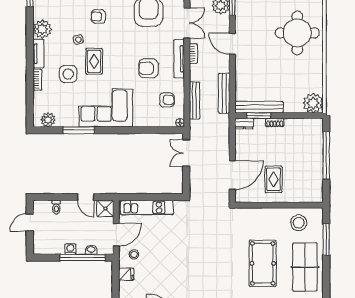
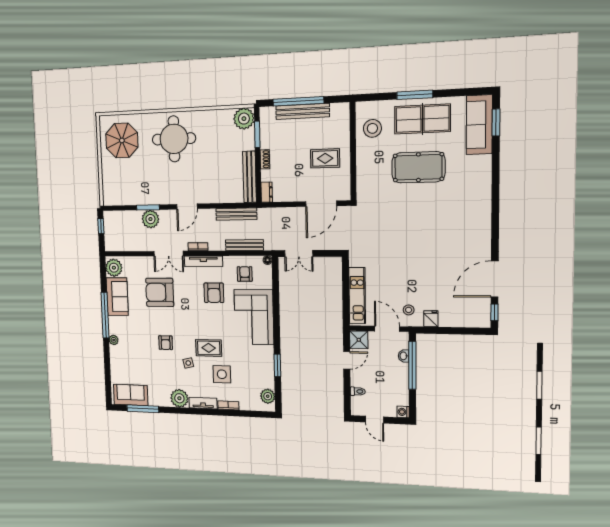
double door: (187, 23) -> (168, 254), swing flipped
corner sofa: (106, 108) -> (254, 317), moved
window: (259, 116) -> (257, 134), moved
window: (79, 130) -> (277, 365), width x0.69
bench: (317, 159) -> (303, 111), added
door: (232, 175) -> (321, 204), swing flipped
window: (326, 239) -> (415, 95), moved
washing machine: (70, 249) -> (403, 412), moved

